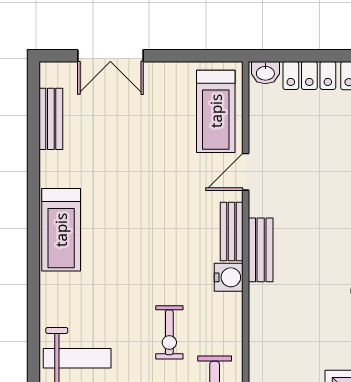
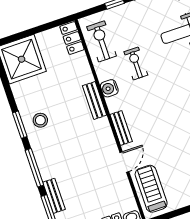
bench: (261, 250) -> (95, 100), moved
water cooler: (229, 277) -> (109, 88), moved

